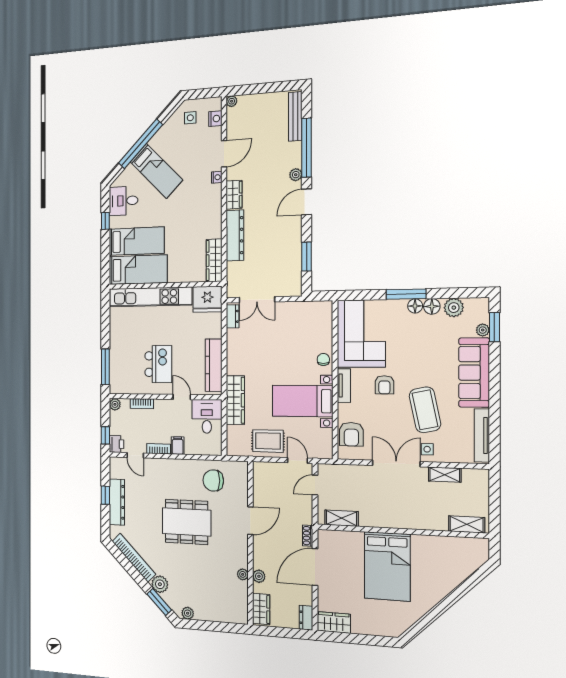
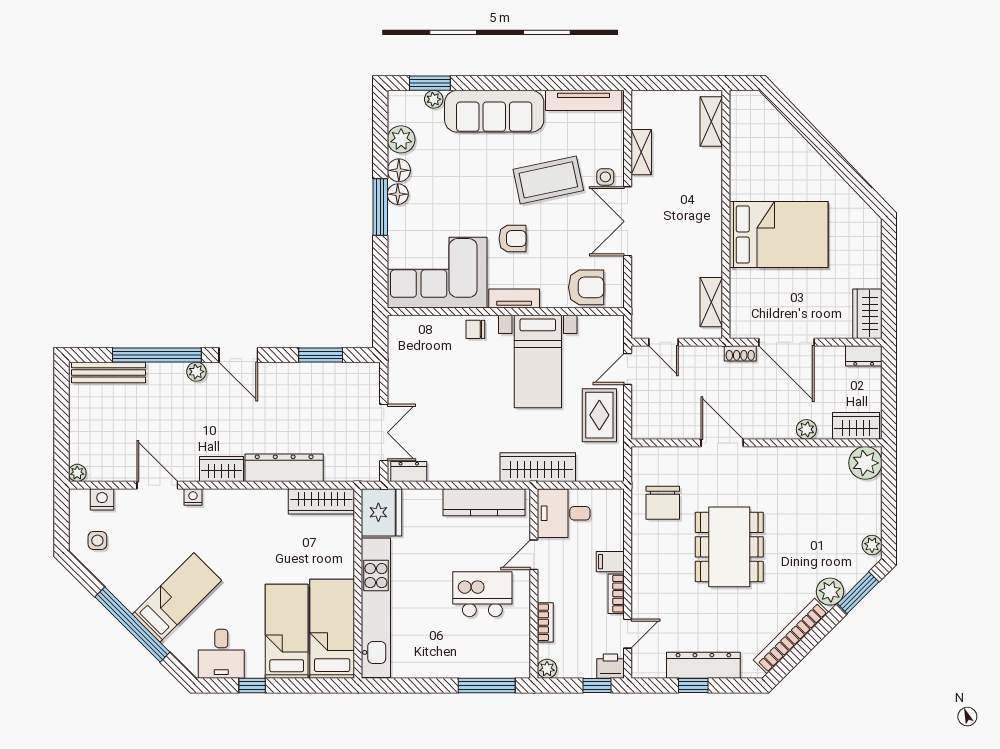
plant: (243, 574) -> (865, 463), moved, width x1.87, depth x1.87

